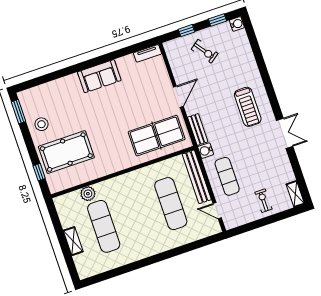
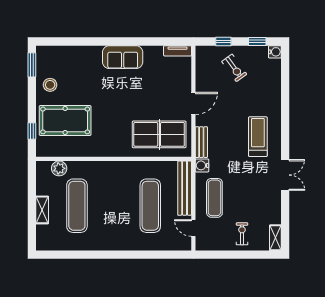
treadmill: (248, 107) -> (258, 137), turned 180
plant: (88, 194) -> (59, 168), moved

